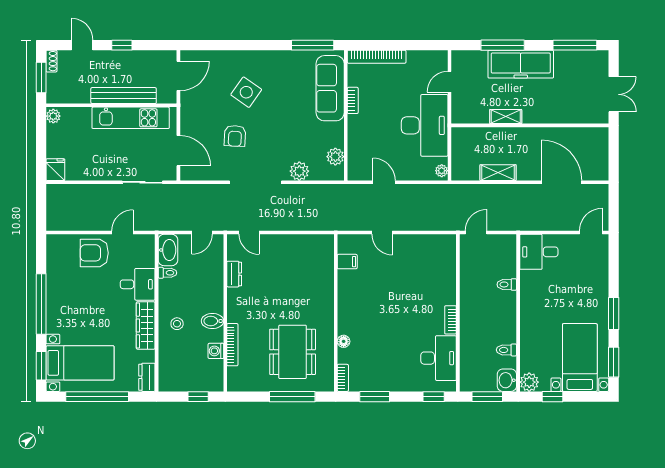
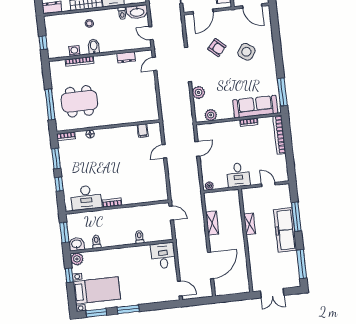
desk: (425, 125) -> (238, 175), width x0.53, depth x0.77
armchair: (235, 136) -> (217, 48), turned -141
window: (434, 397) -> (59, 184), moved

